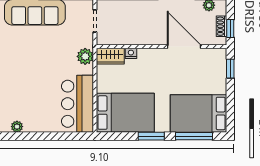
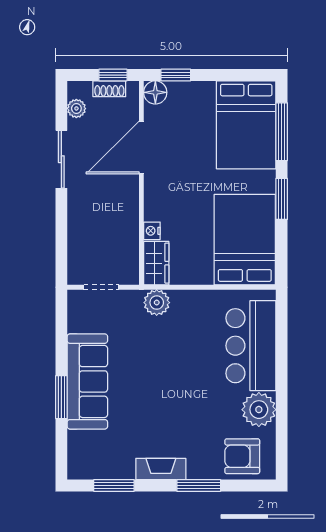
floor lamp: (219, 56) -> (155, 92), added
bar counter: (78, 104) -> (251, 346), moved, turned 90
plant: (17, 127) -> (259, 410), width x1.88, depth x1.88

